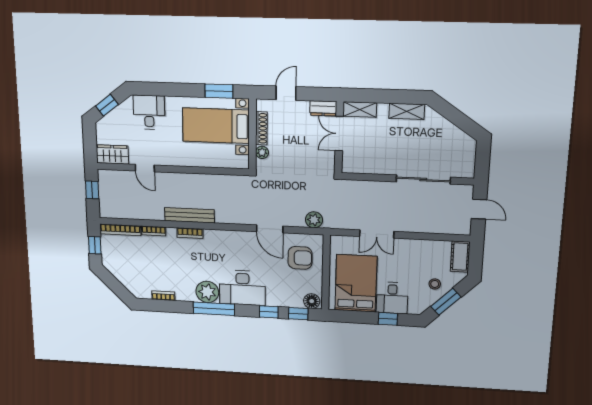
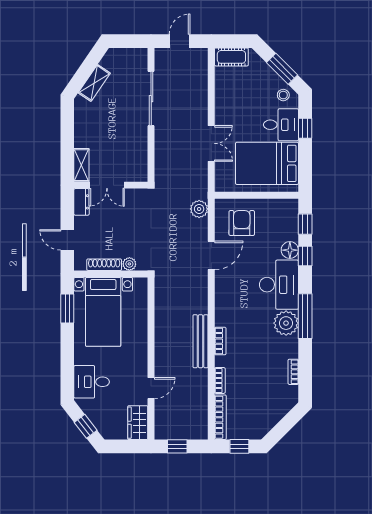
shelving: (407, 111) -> (94, 83), moved, turned 34
stool: (435, 284) -> (283, 95), moved
floor lamp: (312, 301) -> (290, 250), moved

